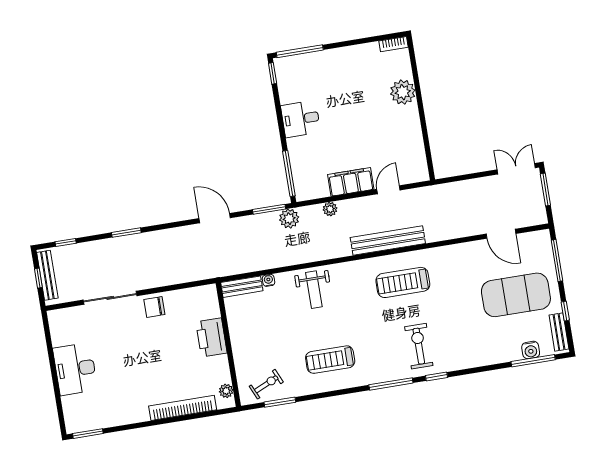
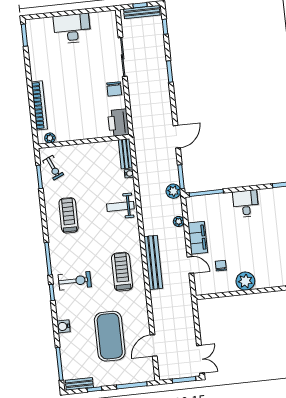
plant: (403, 92) -> (245, 281), moved
chair: (387, 148) -> (221, 266), added
exercise mat: (516, 295) -> (110, 336), moved
chair: (154, 307) -> (114, 89), turned 180
printer: (211, 337) -> (118, 123), moved, turned -90
water cooler: (531, 350) -> (63, 326), moved

